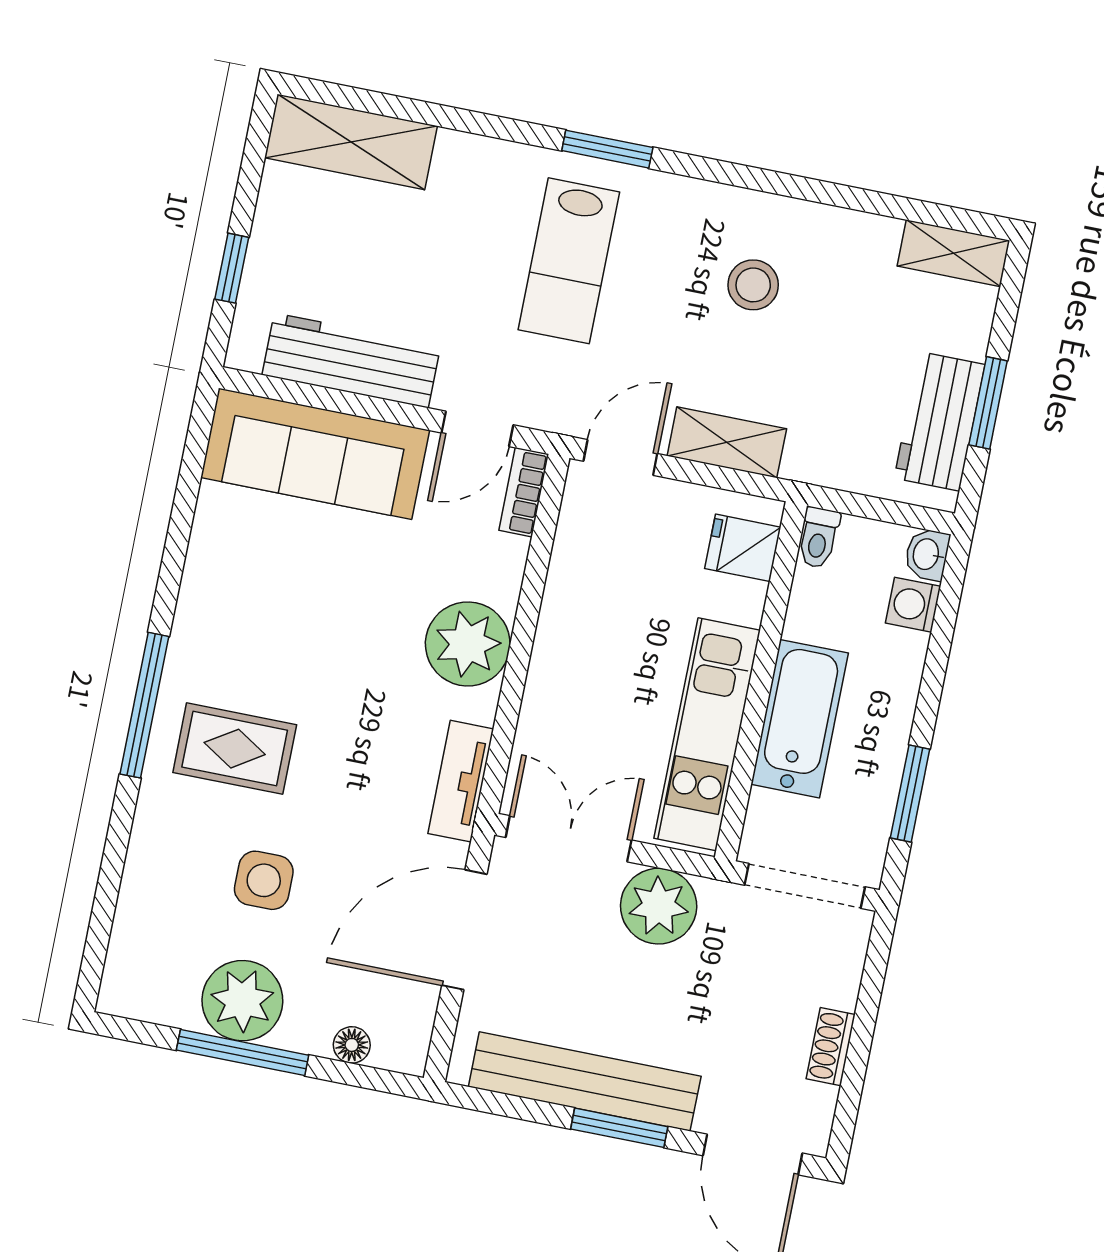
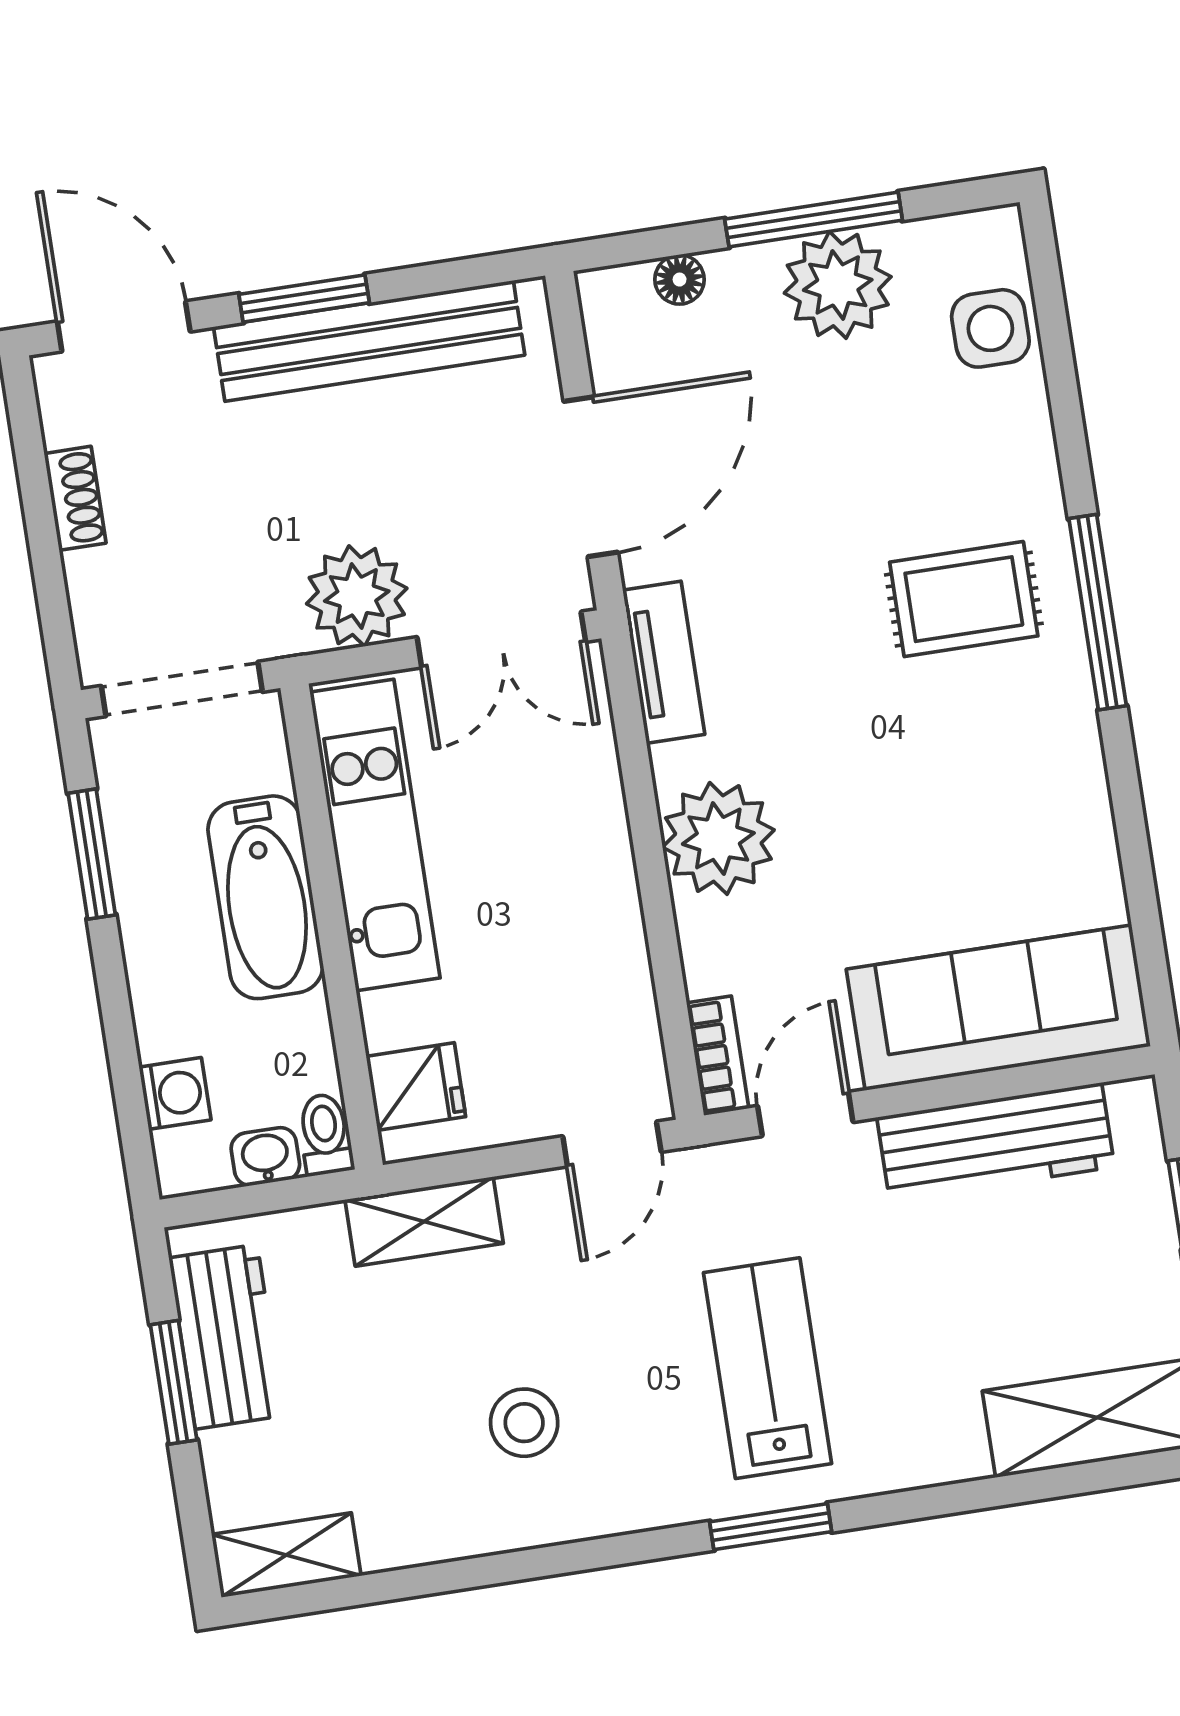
shelving: (727, 442) -> (424, 1221), moved
washbasin: (927, 554) -> (265, 1157), moved, turned -90
side table: (264, 880) -> (990, 328), moved

